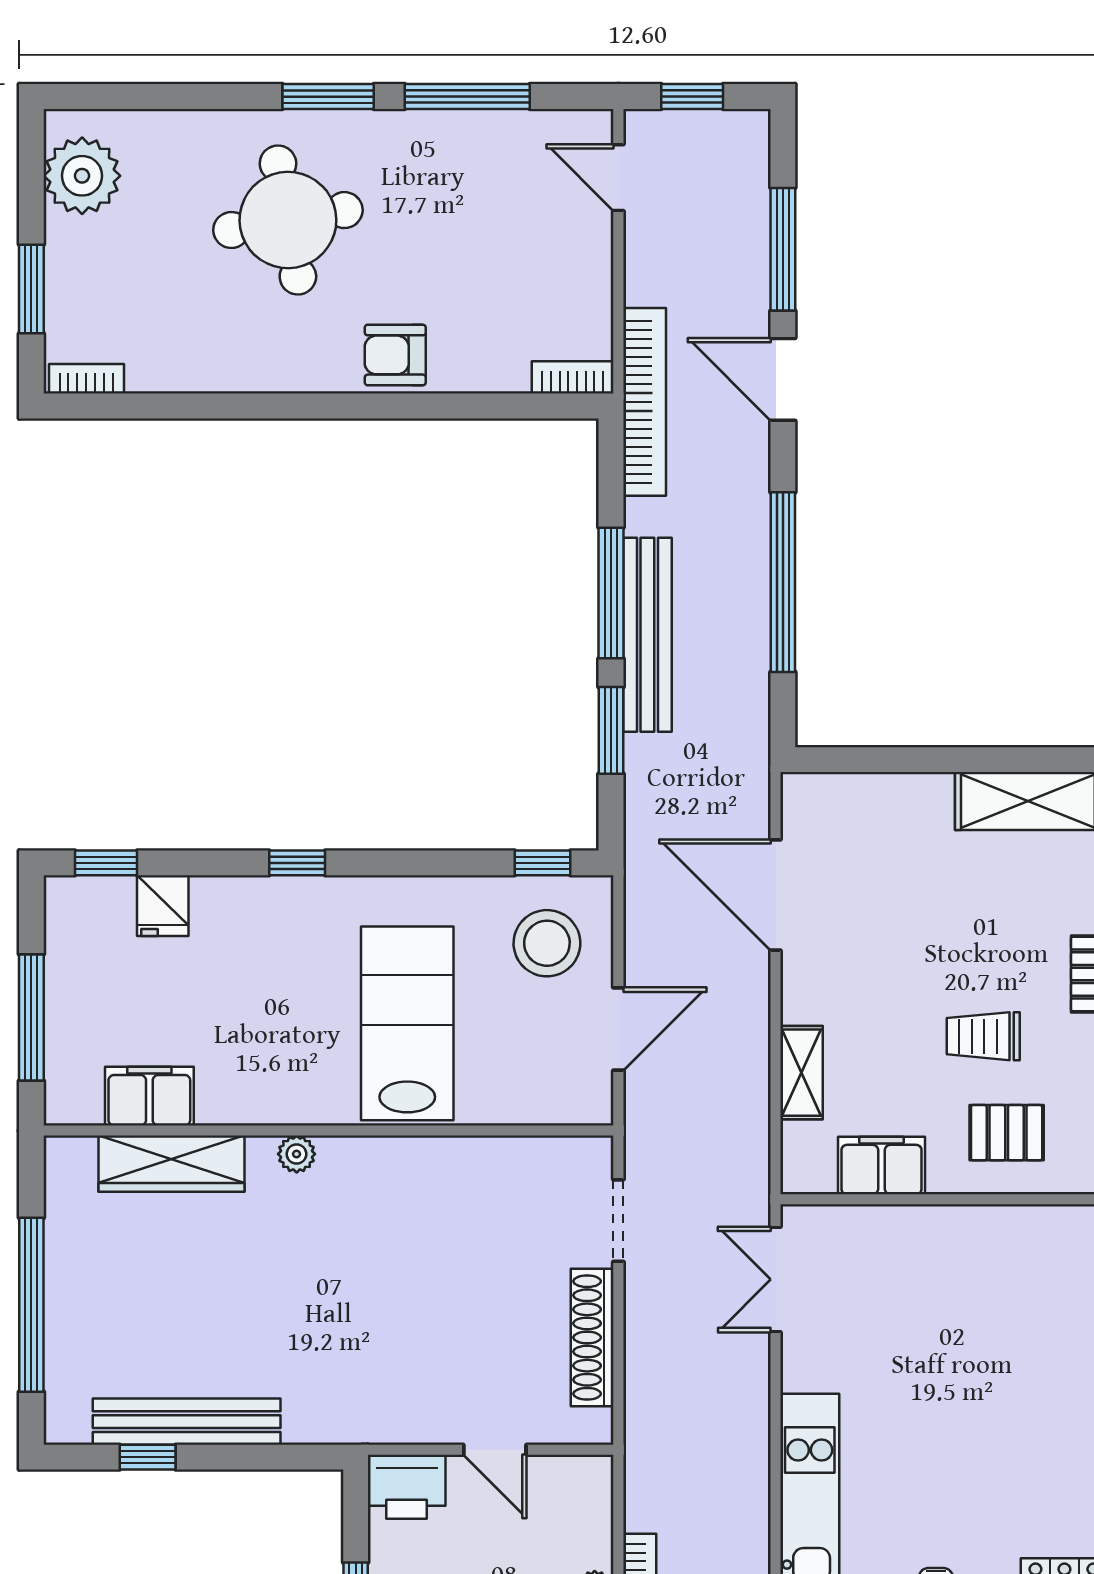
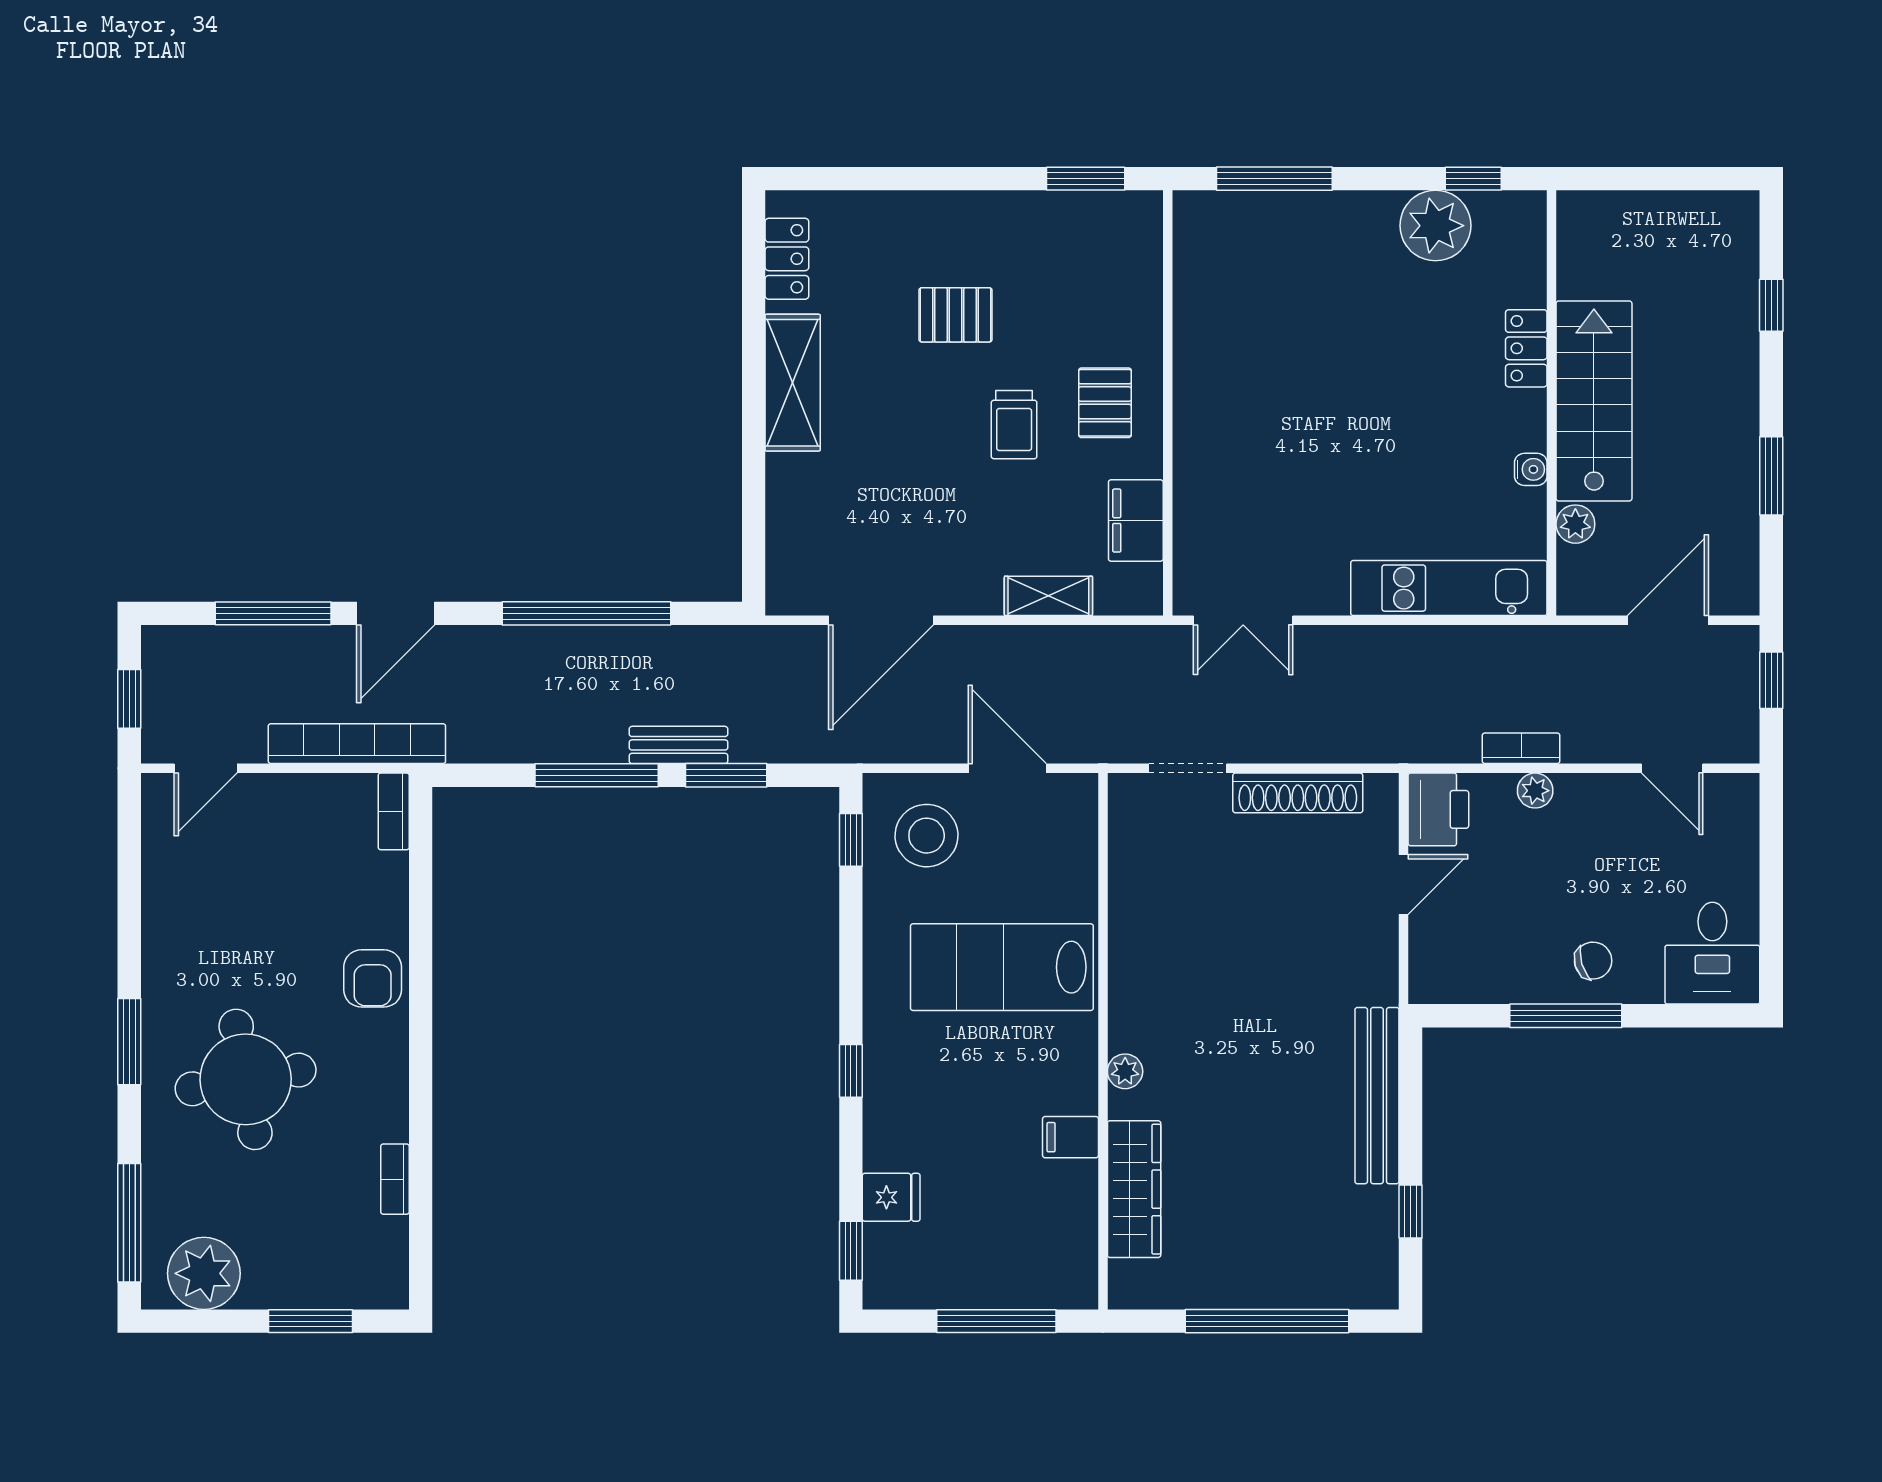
window: (467, 97) -> (129, 1223), moved
bookcase: (86, 379) -> (395, 1179), moved
bookcase: (645, 402) -> (357, 744), moved
bench: (647, 635) -> (678, 745), width x0.54, depth x0.82
filing cabinet: (149, 1096) -> (1071, 1137), moved, width x0.50
bench: (187, 1422) -> (1377, 1096), moved
printer: (407, 1487) -> (1438, 809), moved

